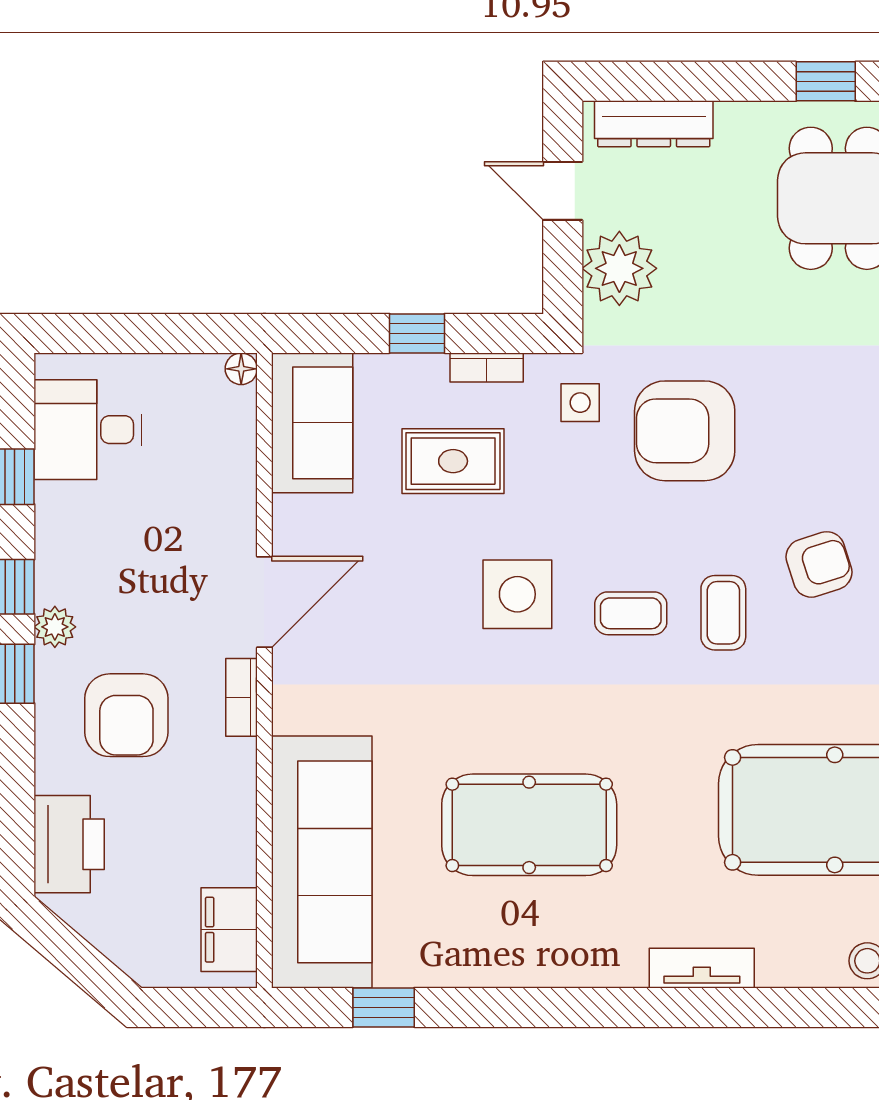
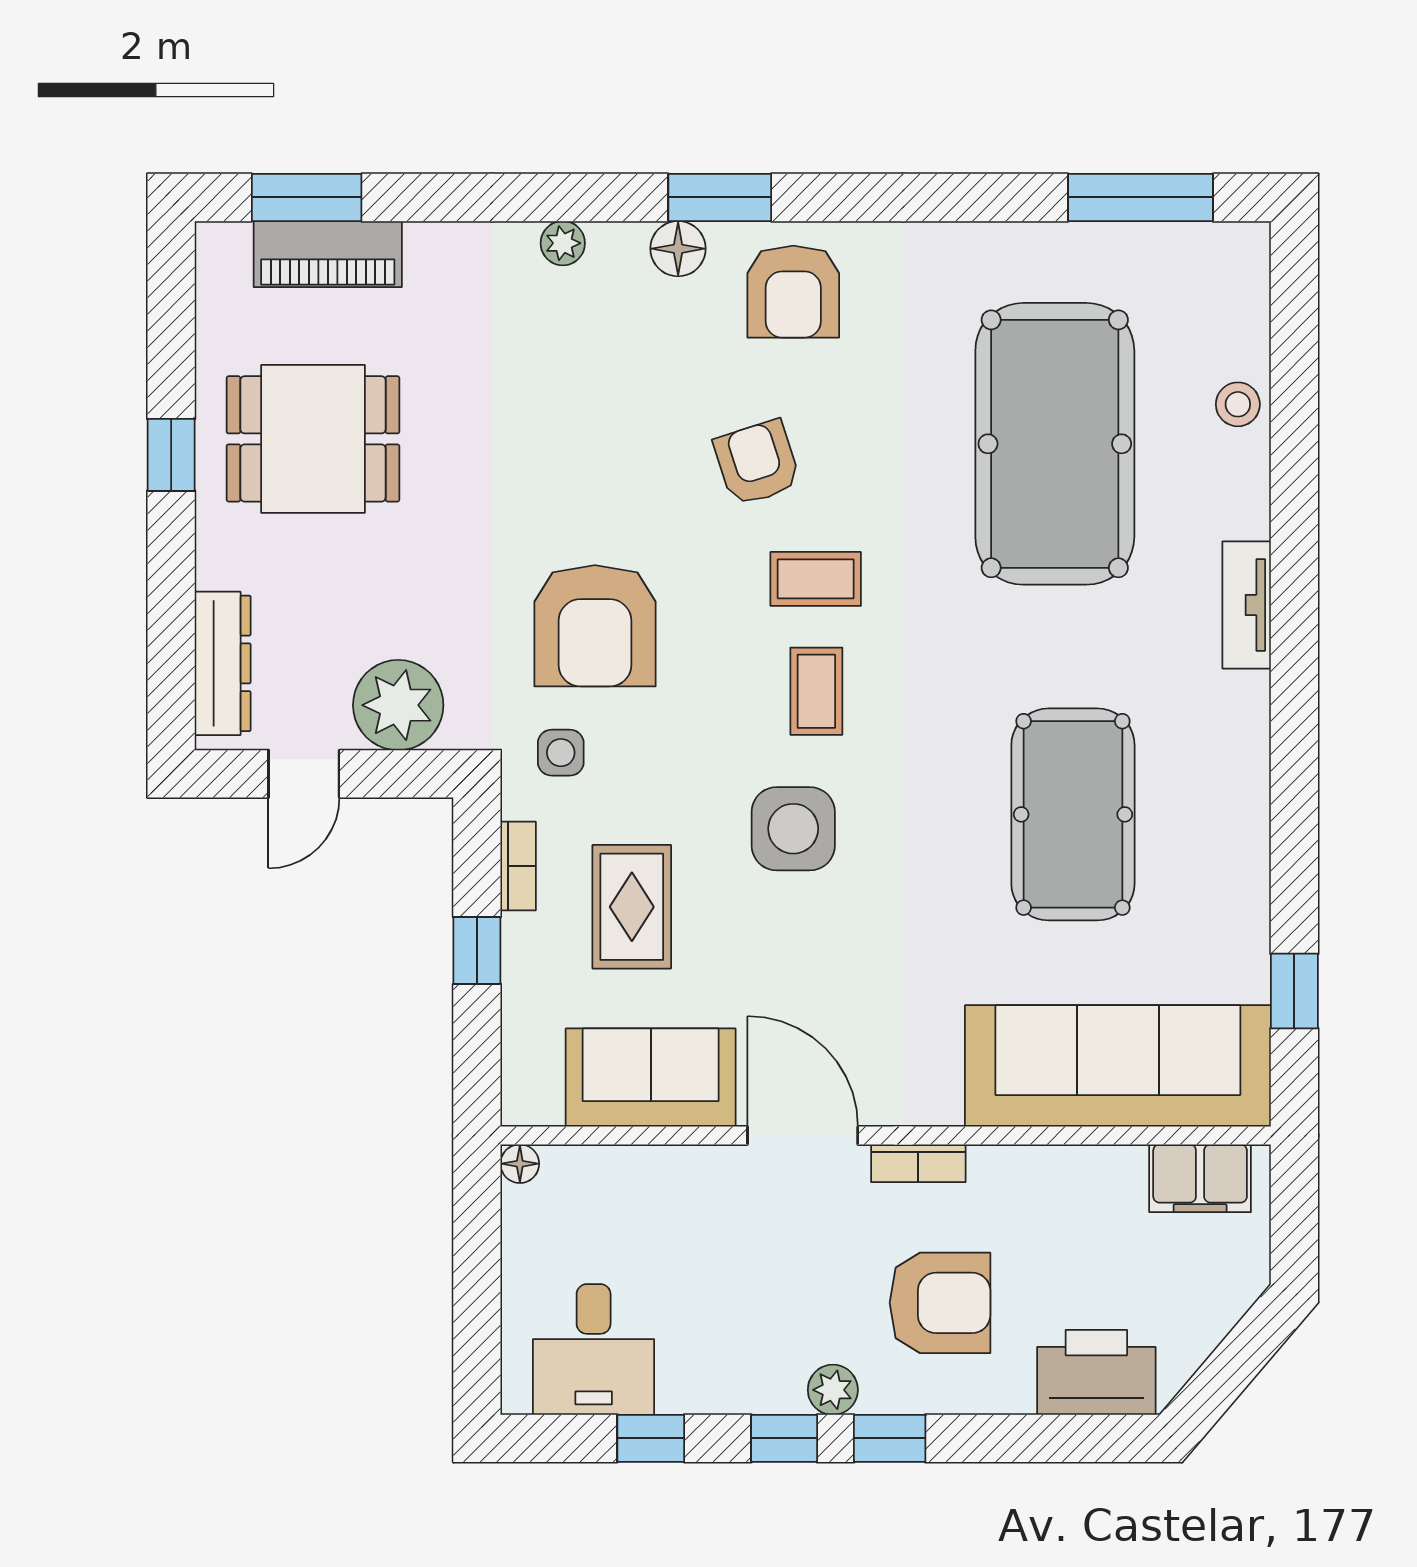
sofa: (312, 423) -> (651, 1078), moved

